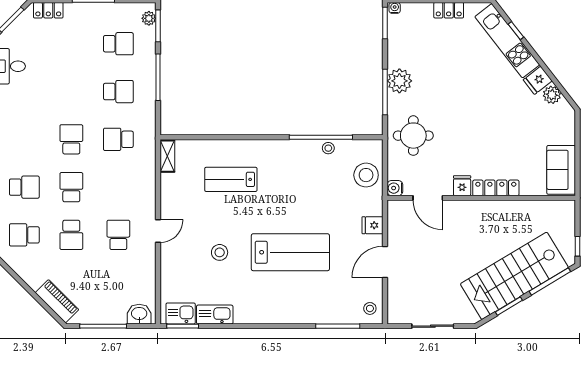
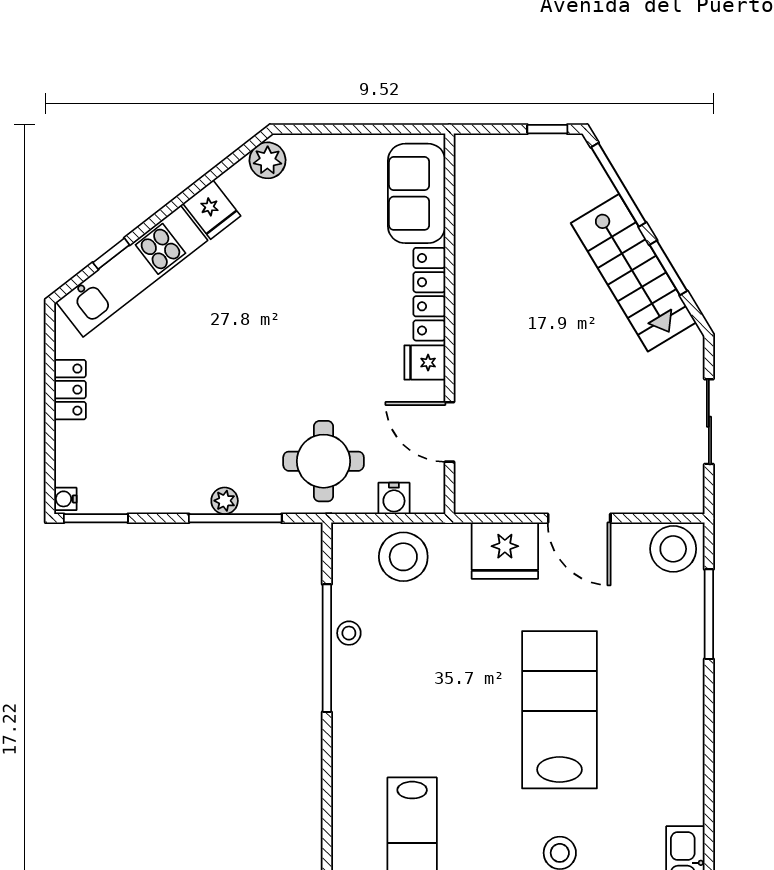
plant: (399, 81) -> (225, 501), width x0.53, depth x0.53
plant: (552, 95) -> (267, 160), moved
sofa: (561, 170) -> (417, 193), moved, turned 90
water cooler: (395, 188) -> (394, 498), moved
door: (428, 198) -> (450, 432), swing flipped
fridge: (373, 225) -> (505, 551), width x1.88, depth x1.34
stairs: (514, 276) -> (633, 273), width x0.73, depth x0.66
stool: (370, 308) -> (673, 549), width x1.89, depth x1.89

